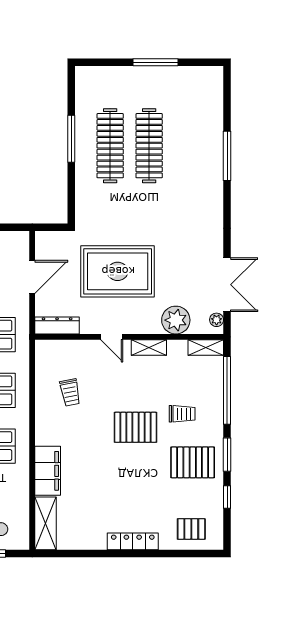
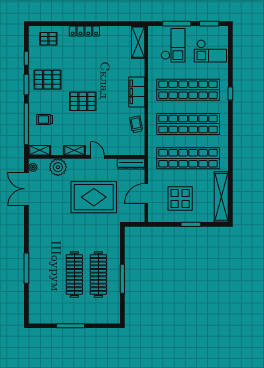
trolley: (70, 392) -> (136, 124), moved
trolley: (182, 414) -> (45, 120), moved
filing cabinet: (48, 471) -> (137, 92), moved

